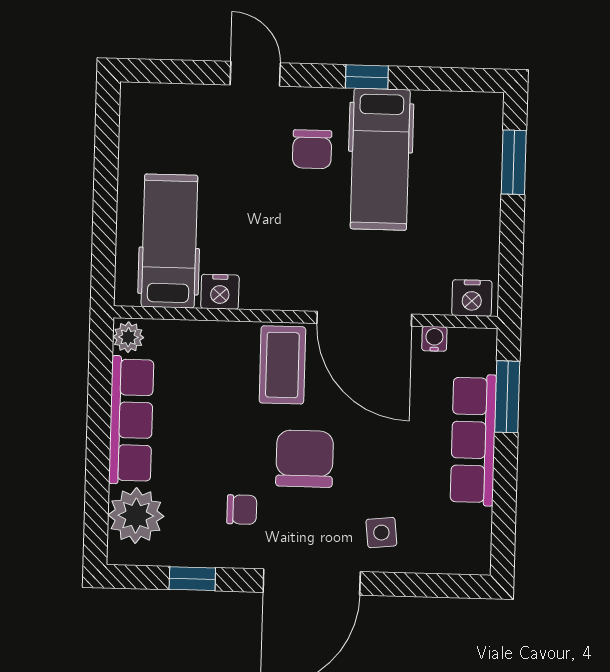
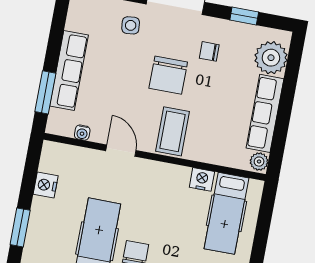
nightstand: (472, 298) -> (46, 185), moved, turned -90
door: (364, 319) -> (121, 151), width x0.53

